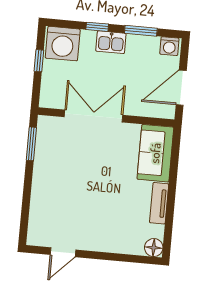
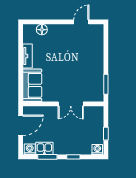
kitchen sink: (111, 42) -> (44, 148), moved
washing machine: (63, 44) -> (97, 149), width x0.53, depth x0.53
double door: (93, 116) -> (71, 104), width x0.73
floor lamp: (154, 248) -> (42, 30), moved

